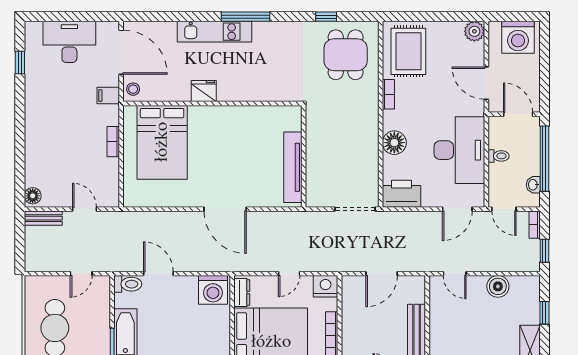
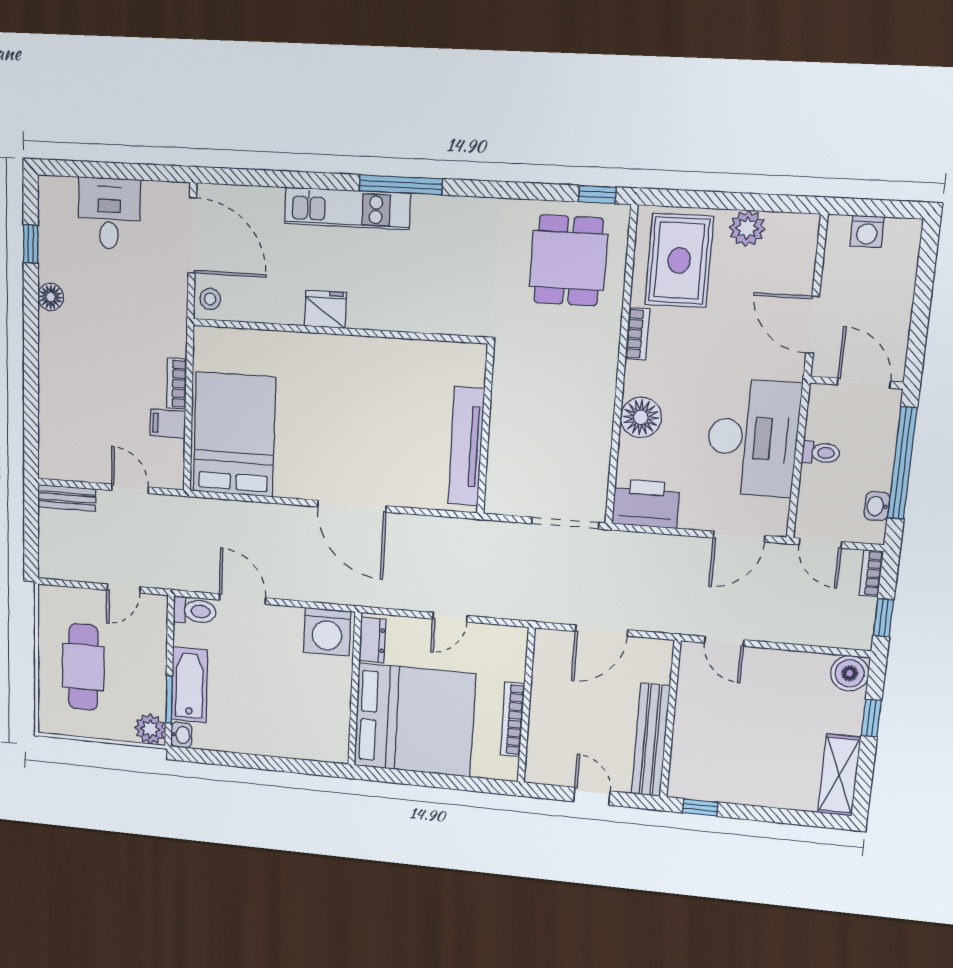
window: (326, 17) -> (597, 194), moved
plant: (474, 31) -> (747, 228), moved
washing machine: (518, 37) -> (867, 232), width x0.53, depth x0.53
desk: (69, 42) -> (109, 214), width x0.73
filing cabinet: (108, 96) -> (168, 424), moved
bed: (162, 142) -> (234, 435), moved, turned 180
floor lamp: (33, 196) -> (51, 297), moved
nightstand: (326, 286) -> (508, 642), removed
boiler: (498, 286) -> (850, 673), moved

